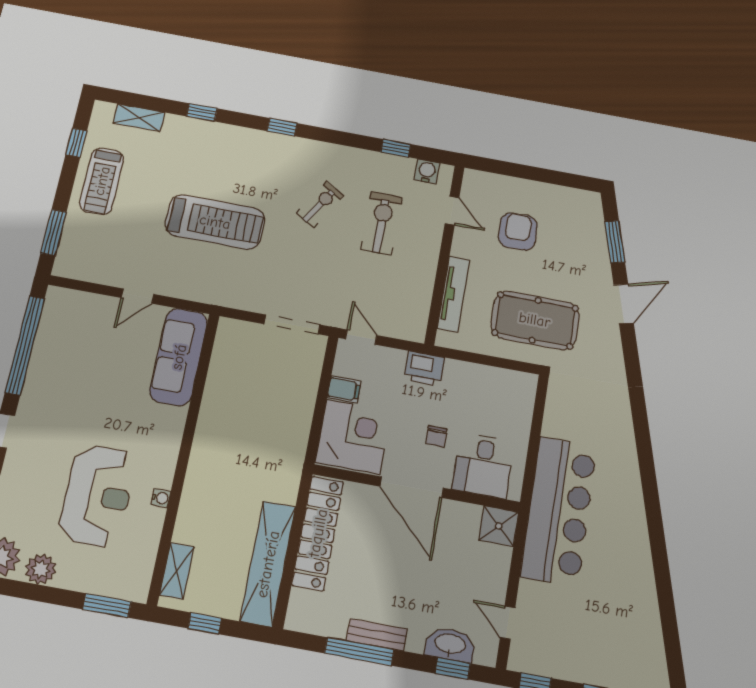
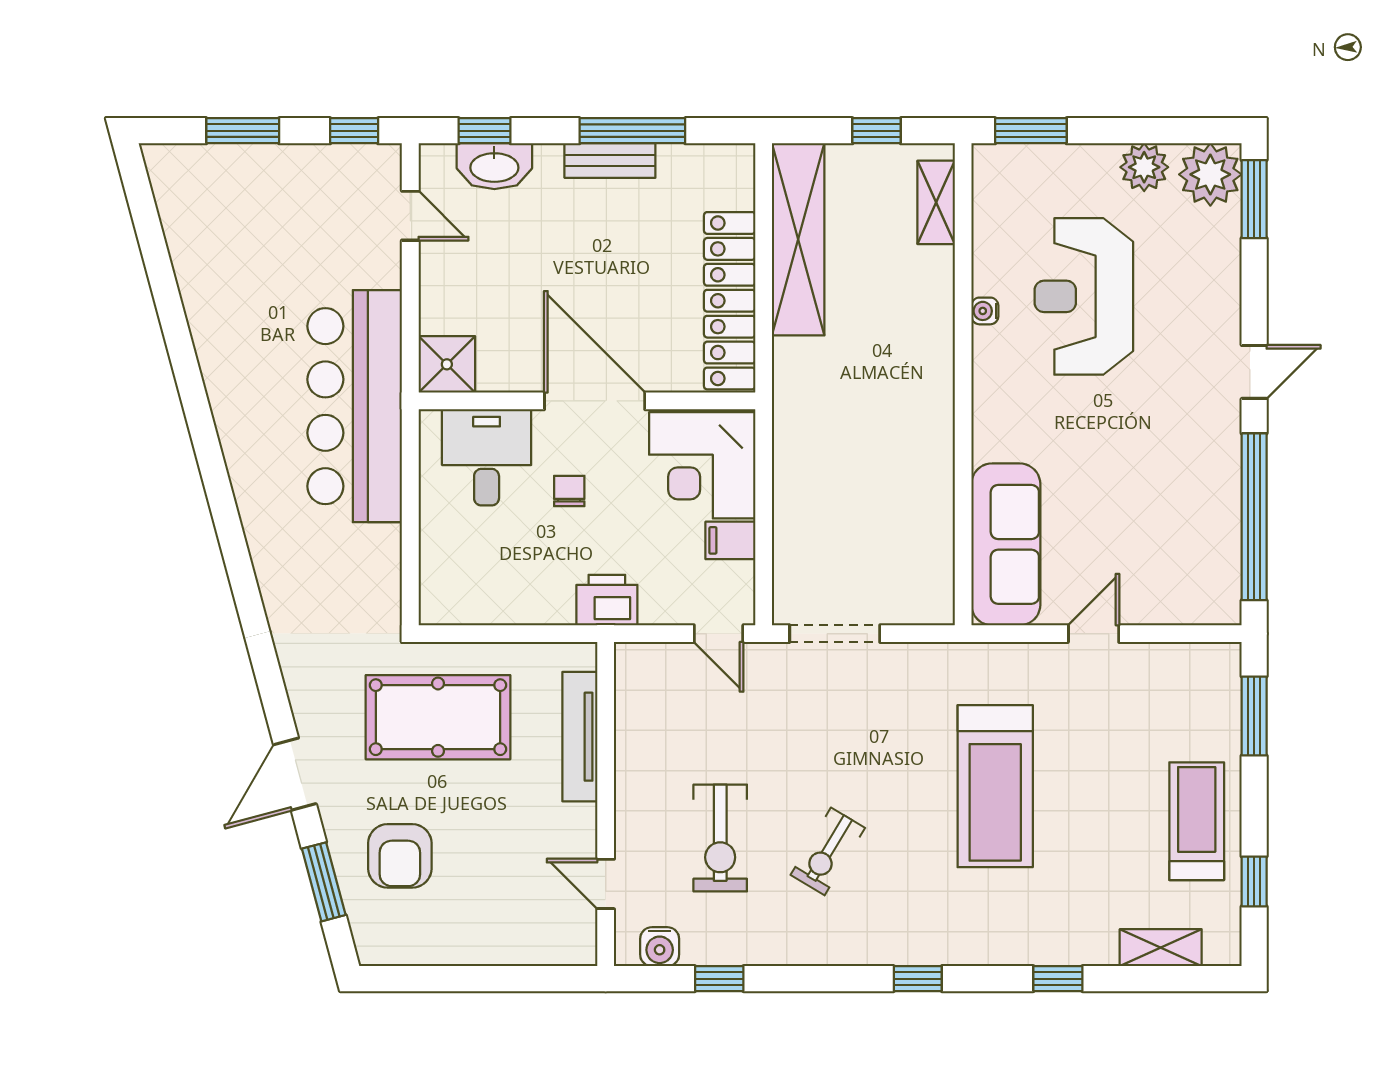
treadmill: (215, 222) -> (995, 786), turned -90
armchair: (518, 231) -> (400, 856), moved

